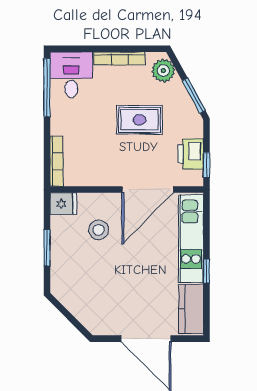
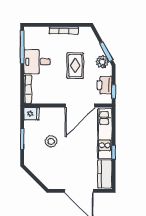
plant: (163, 71) -> (102, 62), moved
desk: (71, 75) -> (37, 62), moved, turned -90
rug: (139, 120) -> (75, 66), turned 90
stool: (99, 230) -> (51, 141), moved

